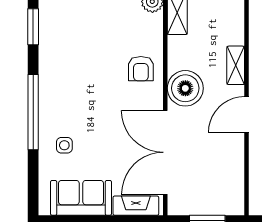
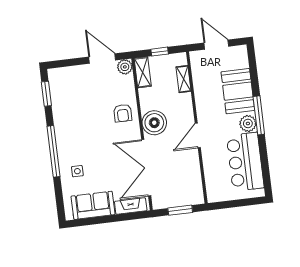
shelving: (236, 65) -> (184, 79), moved

